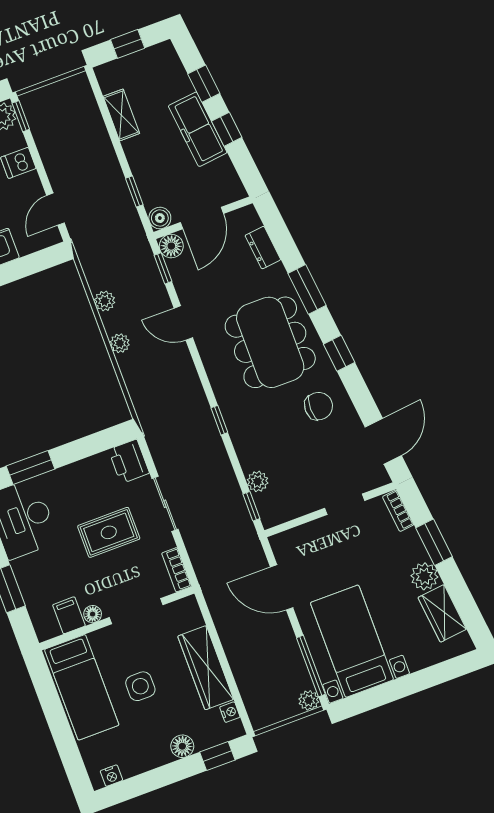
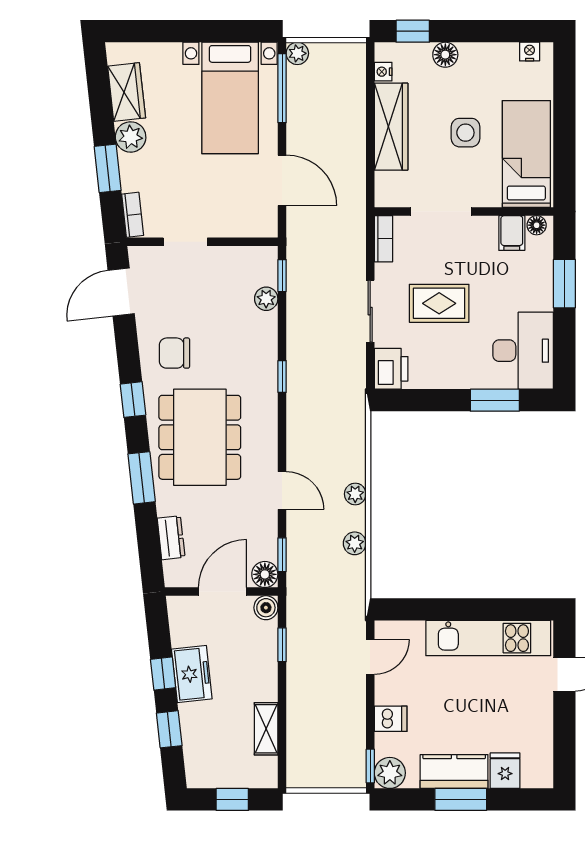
freezer: (198, 129) -> (192, 674), width x0.71
floor lamp: (93, 614) -> (537, 225), moved

